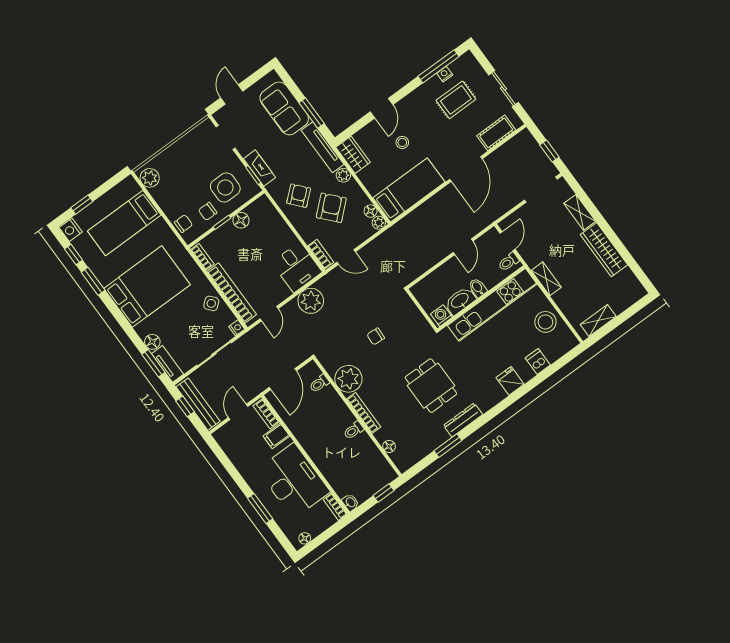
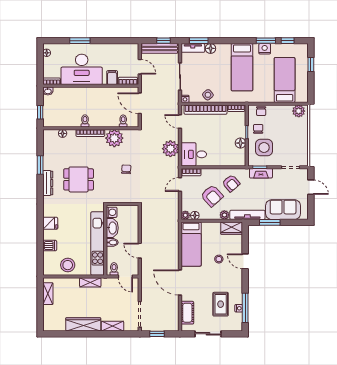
nightstand: (71, 230) -> (265, 49), moved
bed: (147, 287) -> (242, 67), width x0.67

